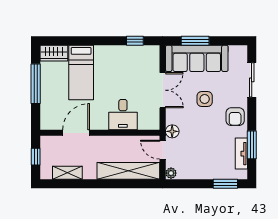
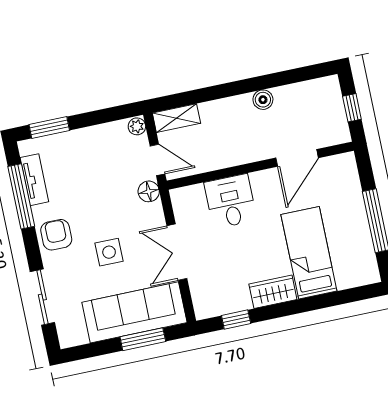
wardrobe: (54, 53) -> (273, 292), moved
window: (252, 145) -> (21, 196), width x1.44
shelving: (128, 171) -> (176, 118), width x0.45, depth x0.75
shelving: (67, 173) -> (298, 93), removed
boiler: (90, 173) -> (263, 100), added

